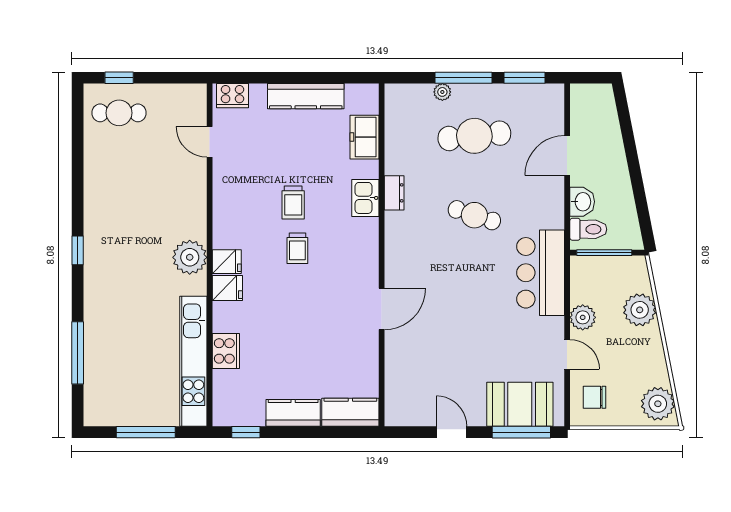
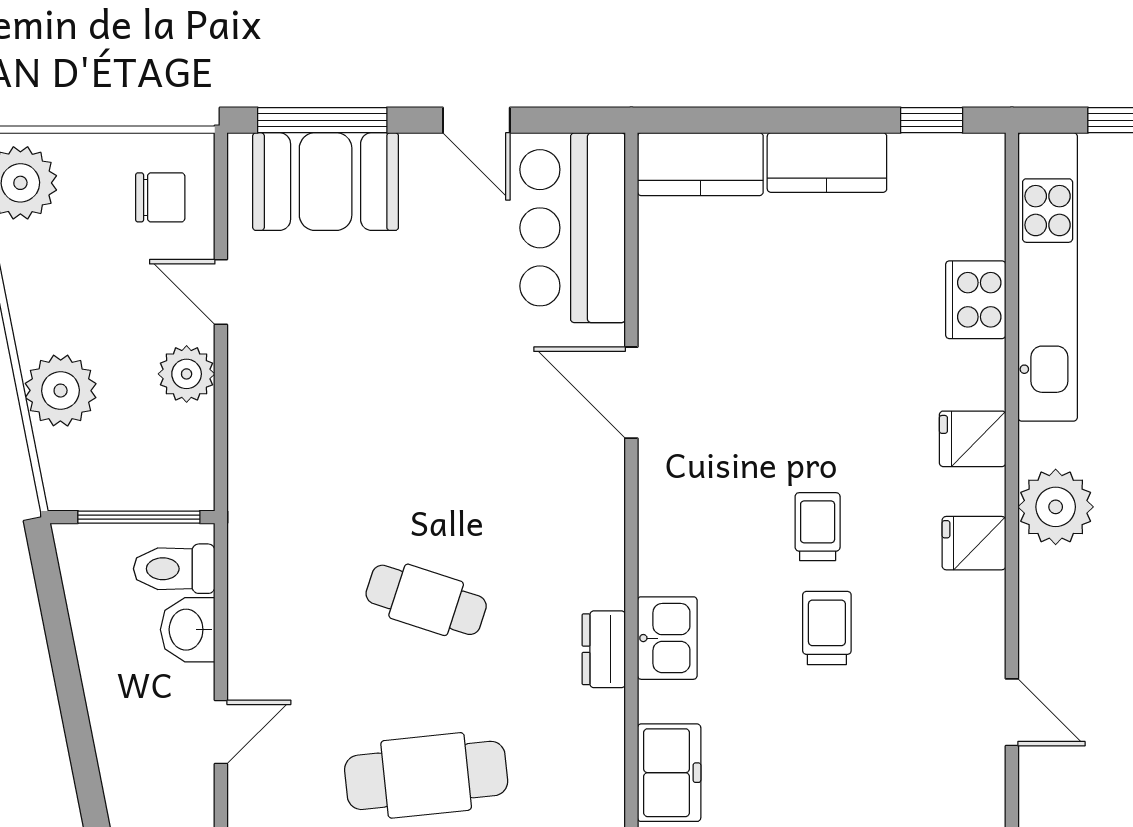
door: (210, 142) -> (1012, 712), moved
door: (567, 155) -> (221, 732), width x0.73
fridge: (227, 262) -> (974, 543), moved
bar counter: (541, 273) -> (573, 228), moved, turned 180
door: (382, 309) -> (631, 393), hinge flipped

